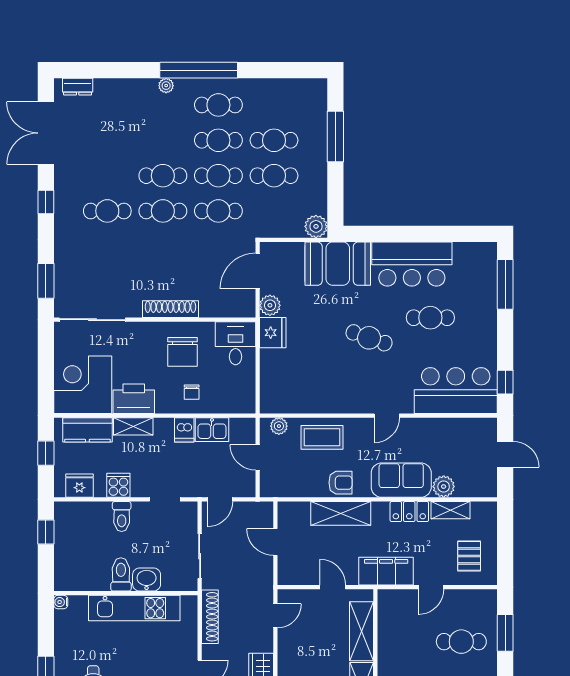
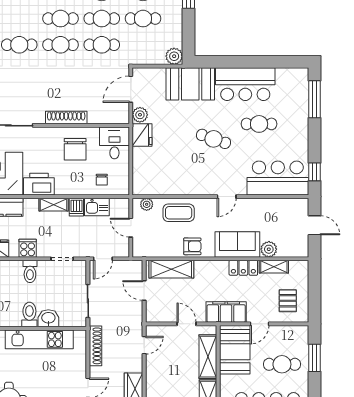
chair: (192, 392) -> (102, 180), moved
shelving: (133, 426) -> (54, 205), moved
shelving: (341, 513) -> (171, 269), moved
booth: (398, 625) -> (235, 352), added

